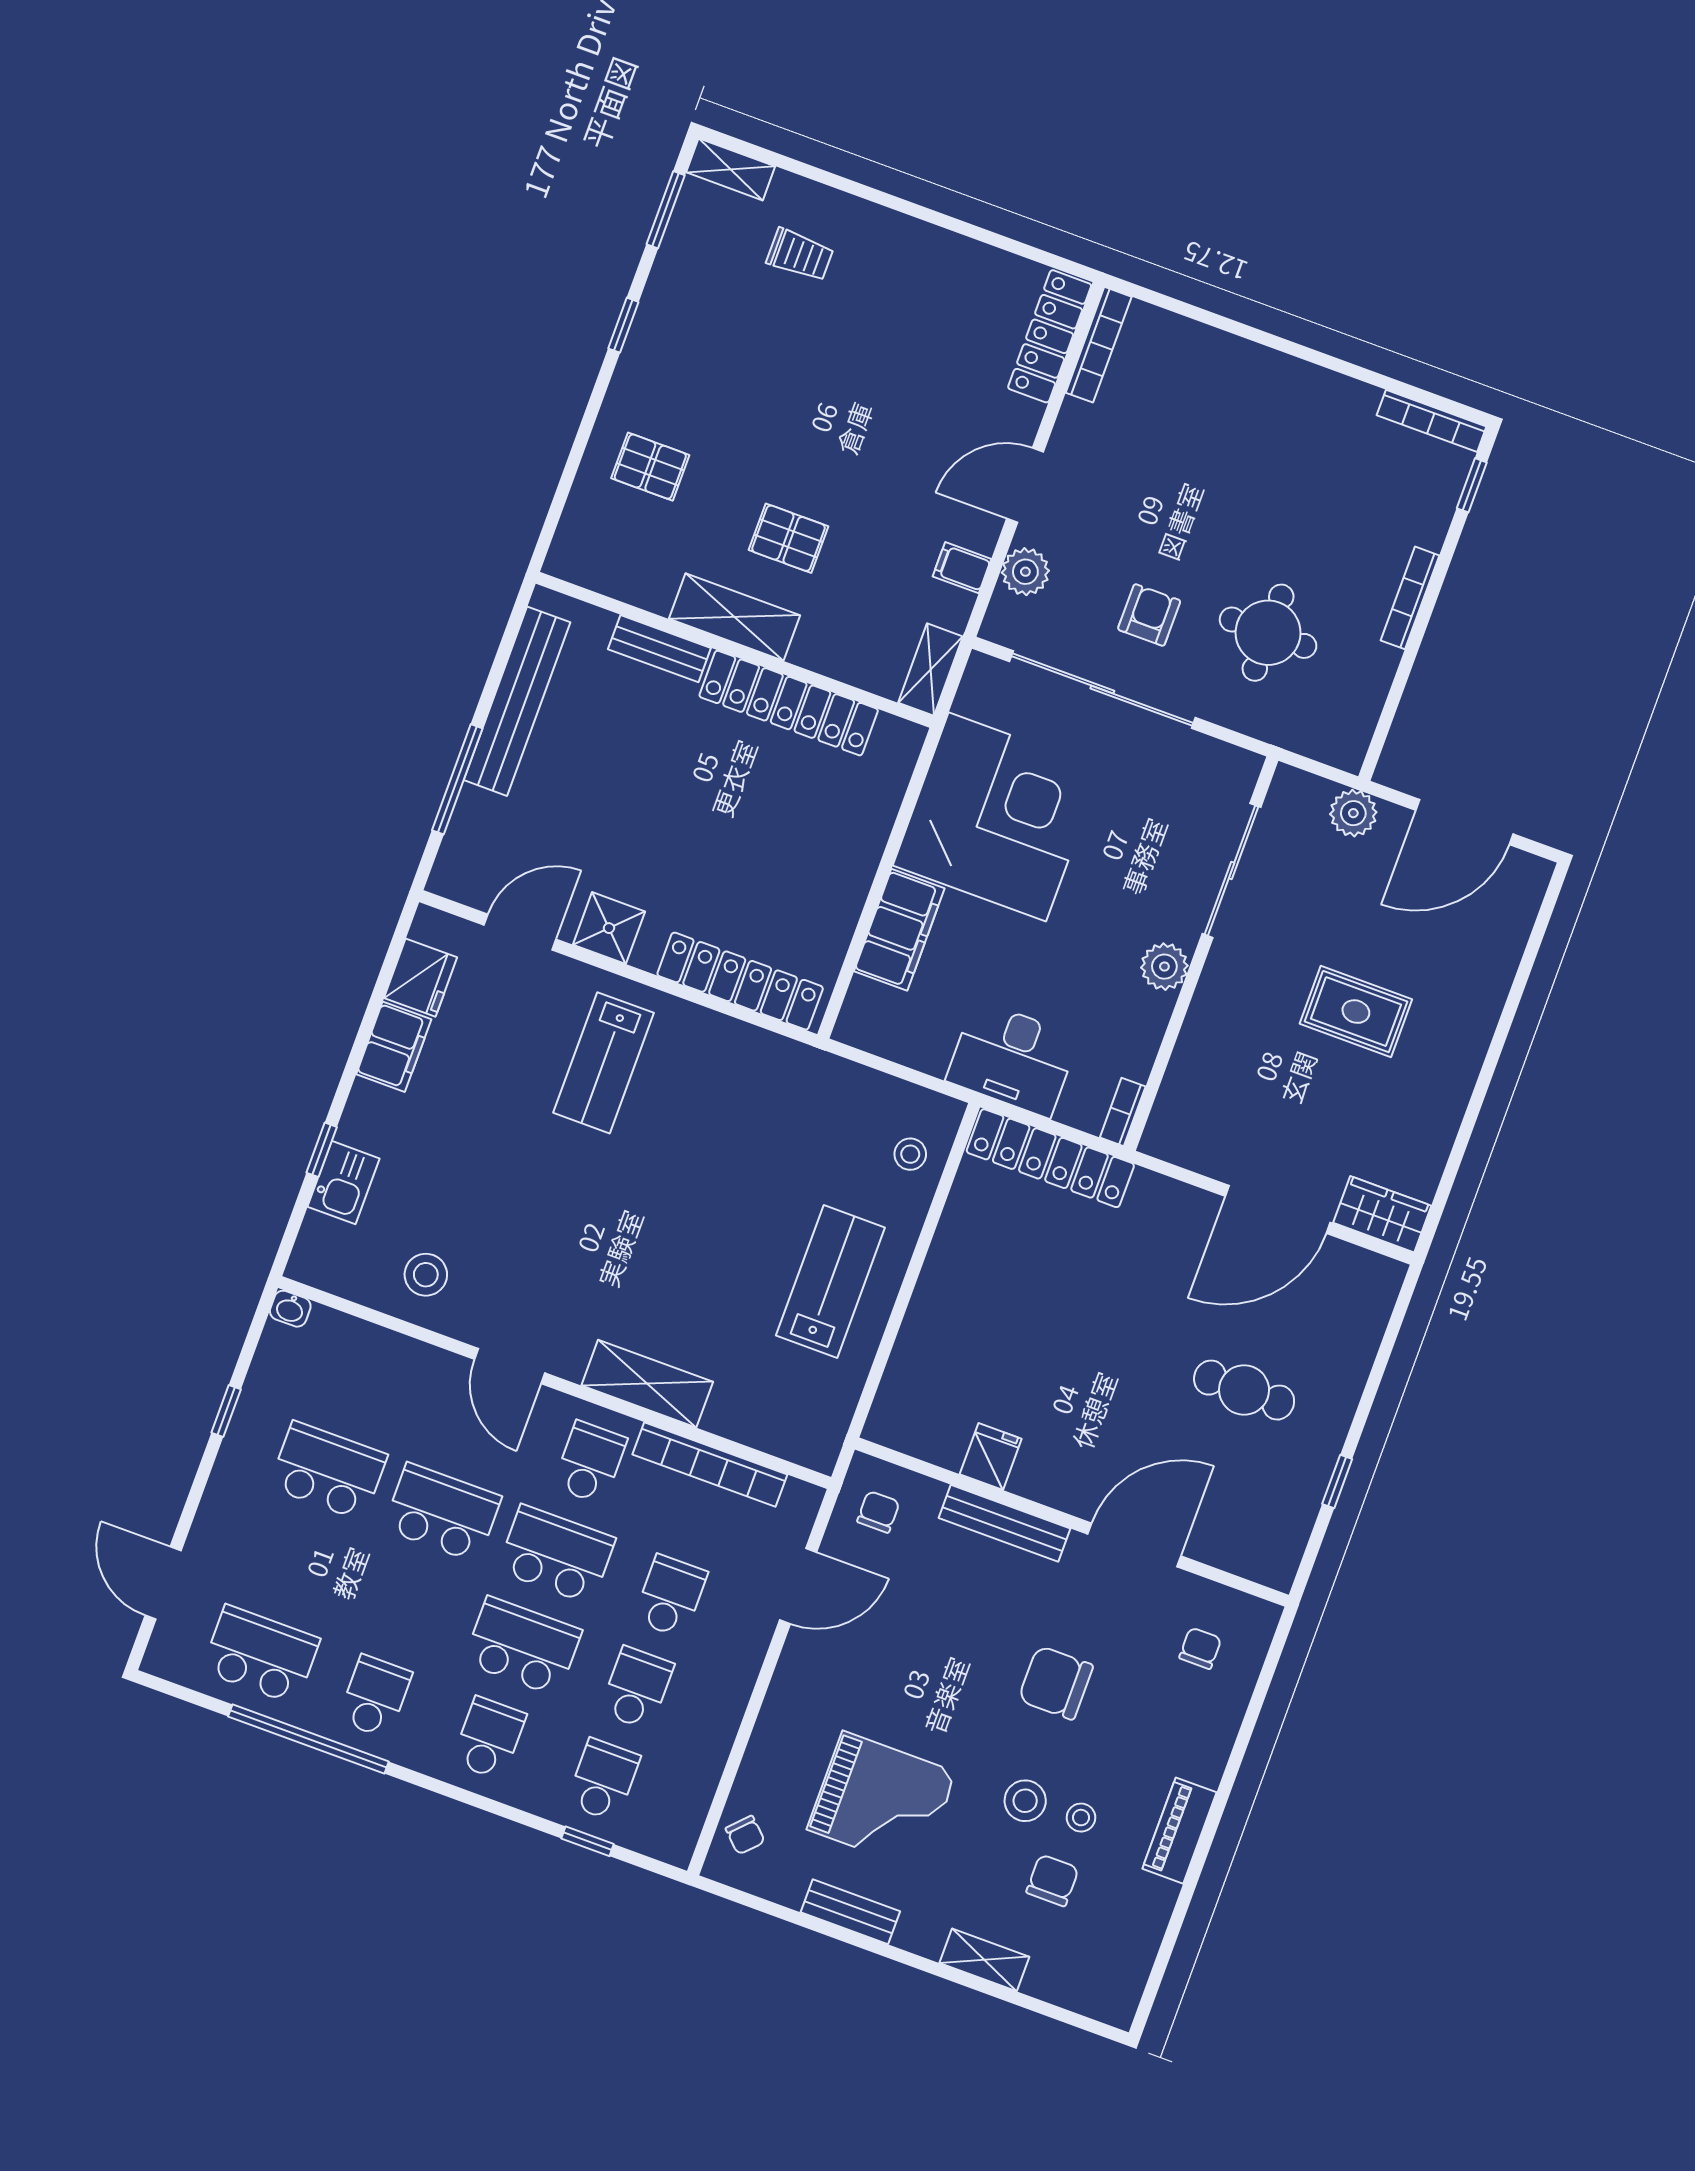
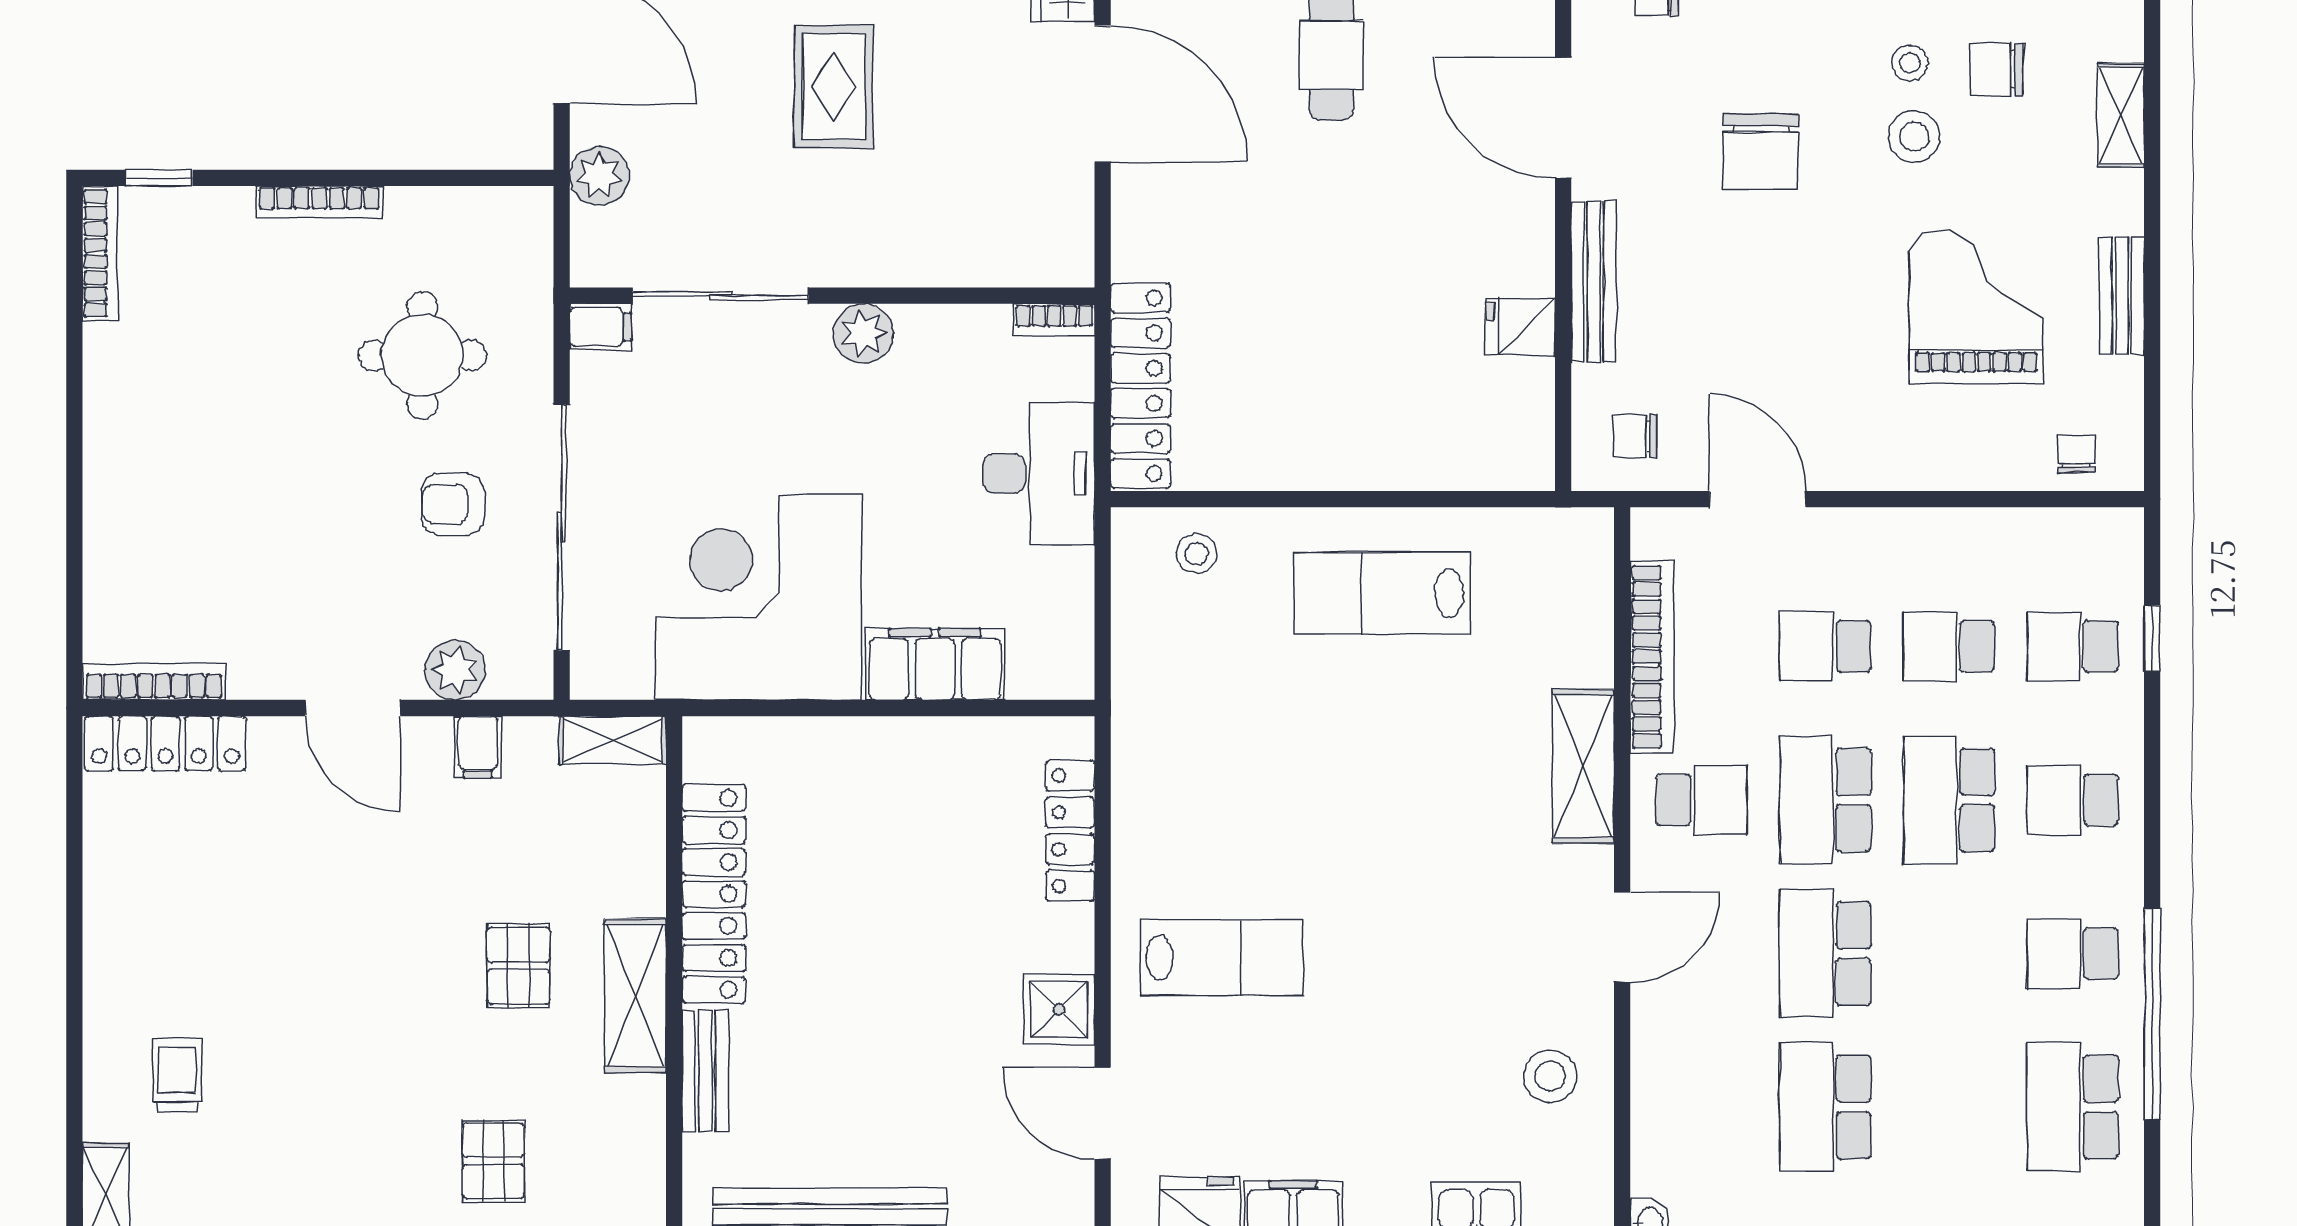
filing cabinet: (1241, 773) -> (600, 327), added
locker: (740, 981) -> (1070, 831), width x0.71, depth x0.83
school desk: (590, 1462) -> (1702, 800), turned 180
chair: (745, 1835) -> (2076, 454), turned -44

